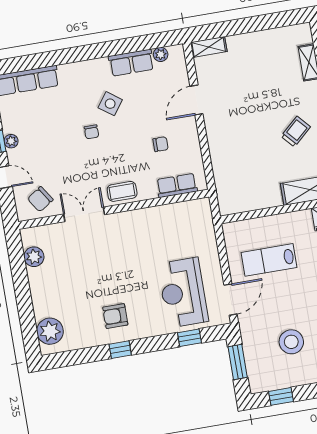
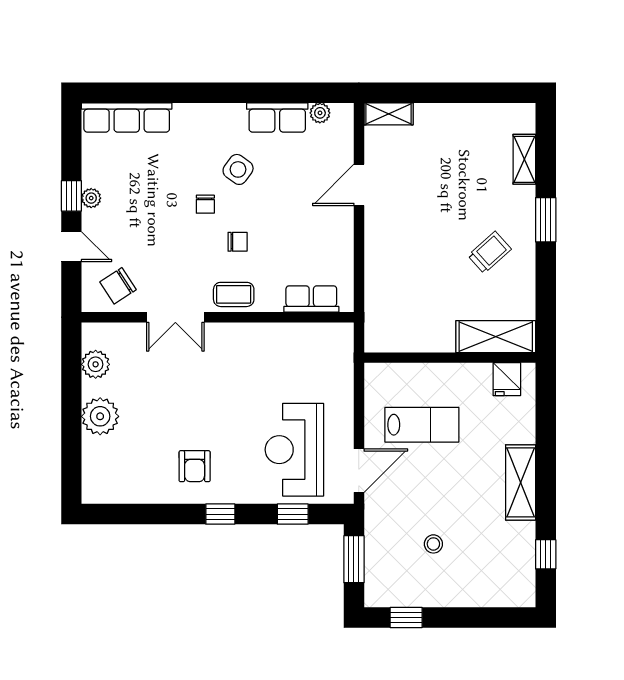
chair: (161, 144) -> (238, 242), moved
double door: (84, 214) -> (175, 317), swing flipped
lab bench: (269, 260) -> (422, 425), turned 180
armchair: (115, 316) -> (195, 466), turned -90
plant: (50, 331) -> (100, 416), moved
stool: (291, 342) -> (433, 544), width x0.53, depth x0.53
window: (120, 350) -> (220, 514), moved

